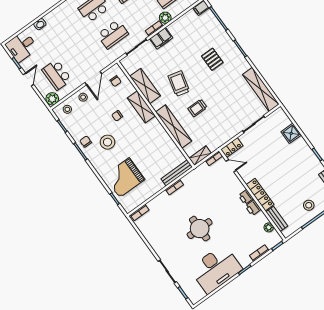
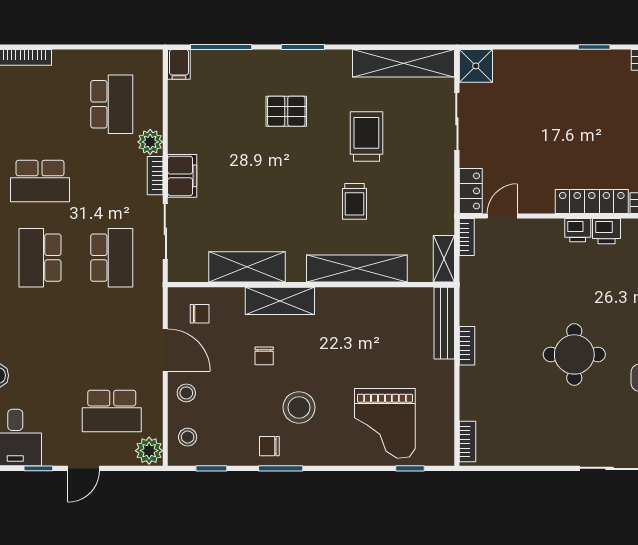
door: (28, 80) -> (83, 468), swing flipped
trolley: (179, 84) -> (366, 136), moved, turned 76
shower: (291, 133) -> (476, 66), moved

